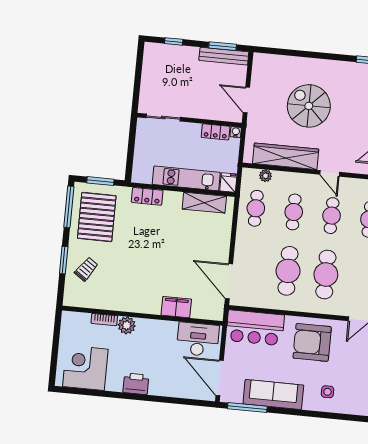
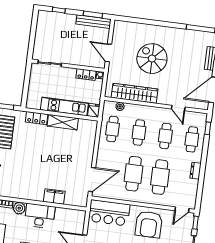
door: (330, 173) -> (178, 108), moved
shelving: (204, 203) -> (63, 122), moved
door: (229, 281) -> (92, 180), swing flipped
desk: (198, 339) -> (40, 216), moved
armchair: (312, 342) -> (149, 224), turned -90

